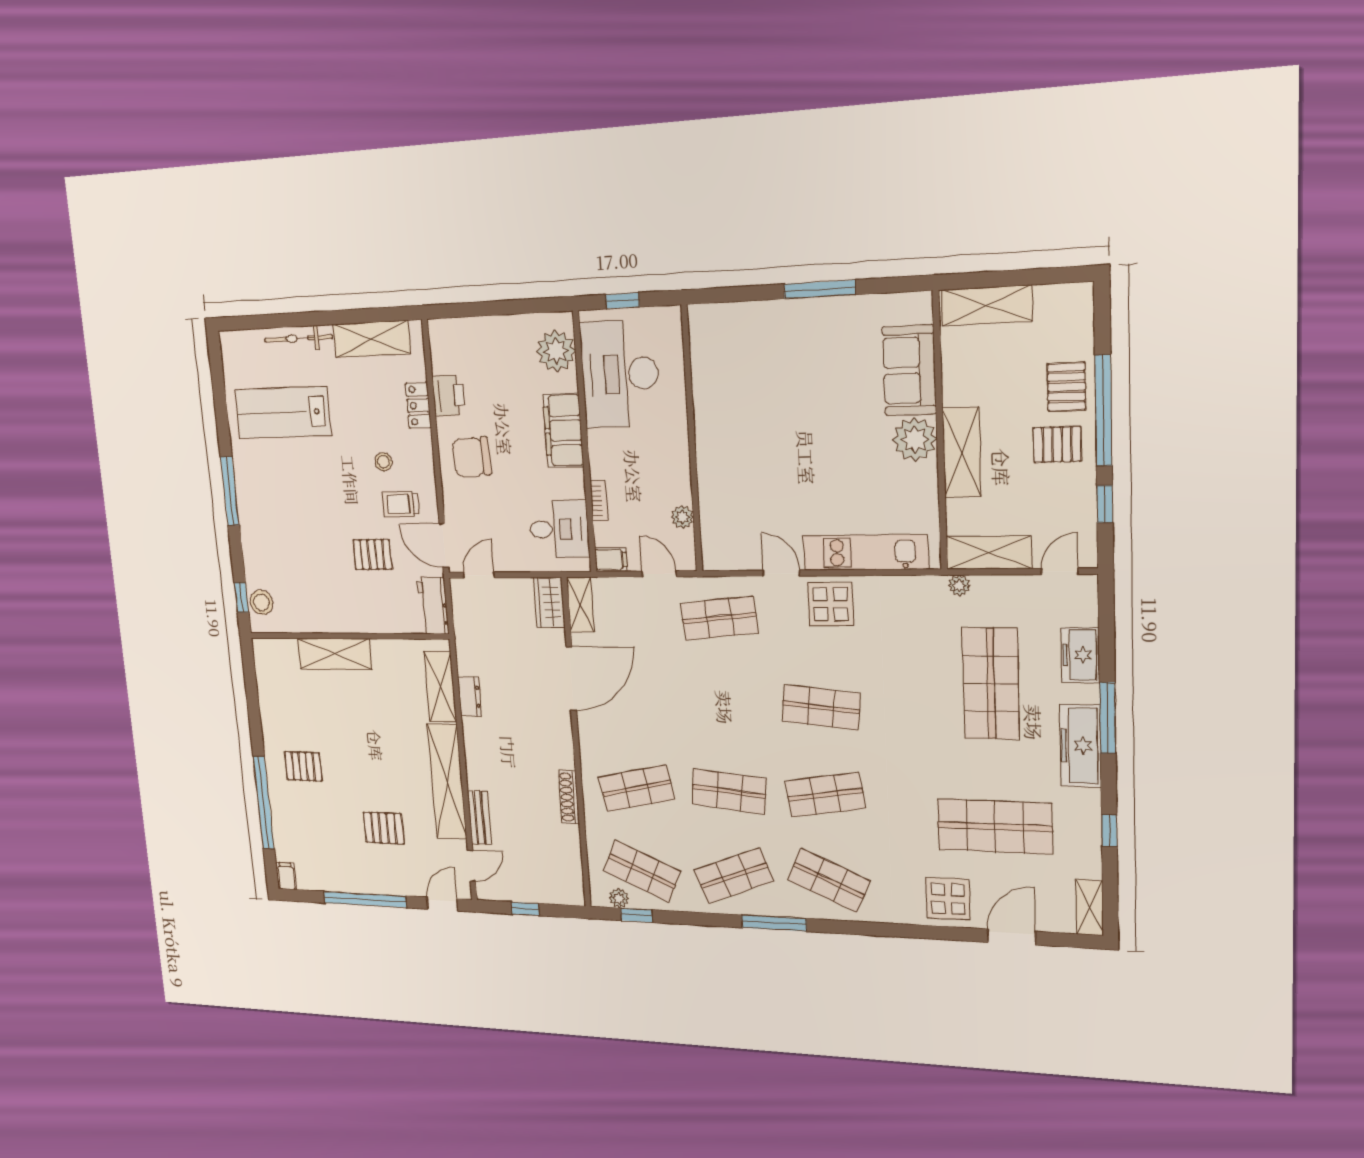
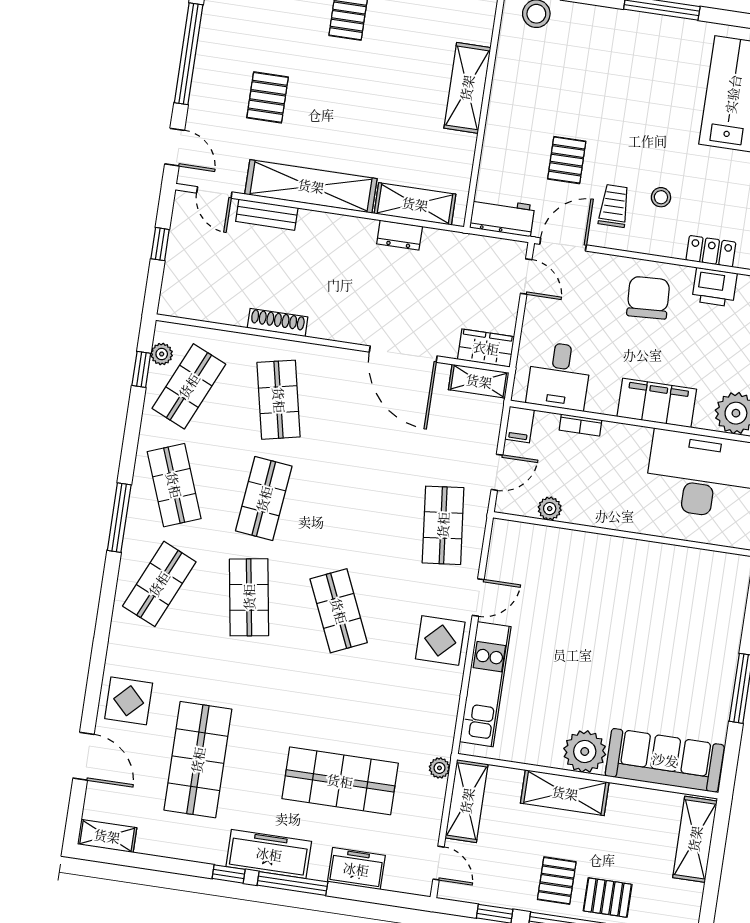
sofa: (909, 370) -> (665, 760), width x1.36
shop shelf: (821, 707) -> (339, 611), turned -30
window: (1109, 830) -> (229, 874), moved

